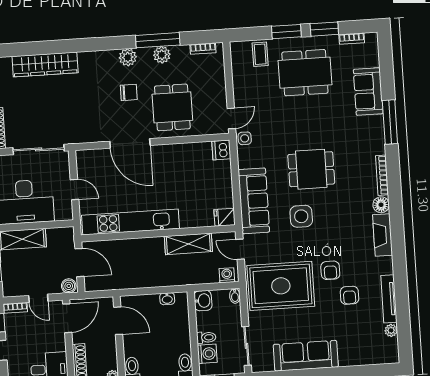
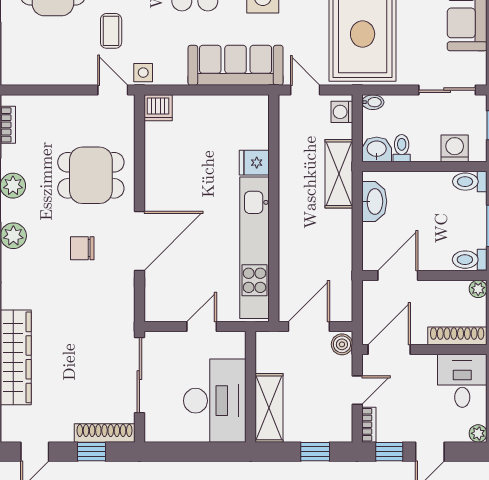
coffee table: (260, 54) -> (111, 31), moved, turned 90
chair: (129, 92) -> (82, 248), moved, turned -90
fridge: (225, 217) -> (254, 163), moved, turned 90
shelving: (188, 244) -> (339, 174), moved
door: (240, 249) -> (305, 90), swing flipped
washbasin: (167, 299) -> (374, 201), width x1.91, depth x1.45
door: (67, 318) -> (389, 350), hinge flipped
toilet: (206, 337) -> (402, 148), moved

